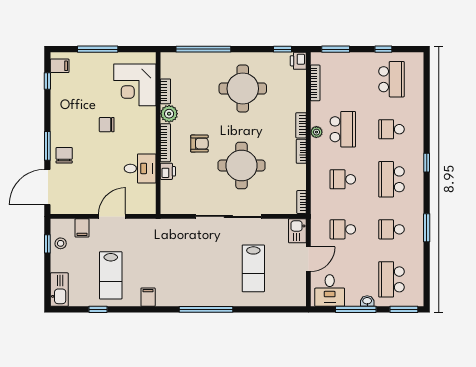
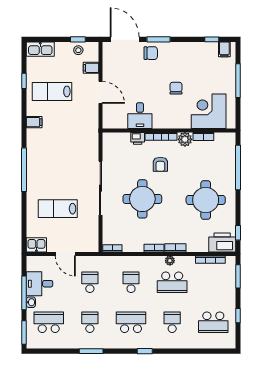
printer: (298, 61) -> (222, 243), width x1.87, depth x1.48
kitchen sink: (297, 231) -> (36, 245), moved
desk: (330, 291) -> (40, 284), moved

